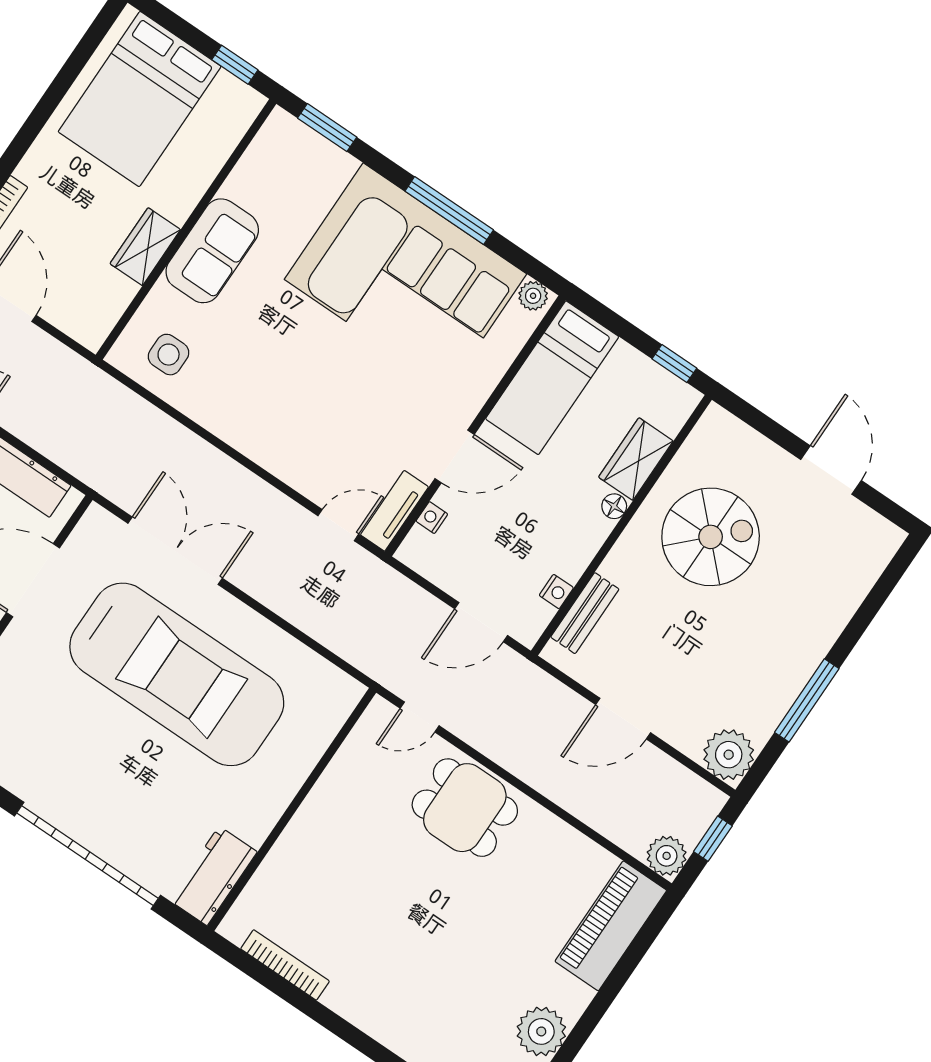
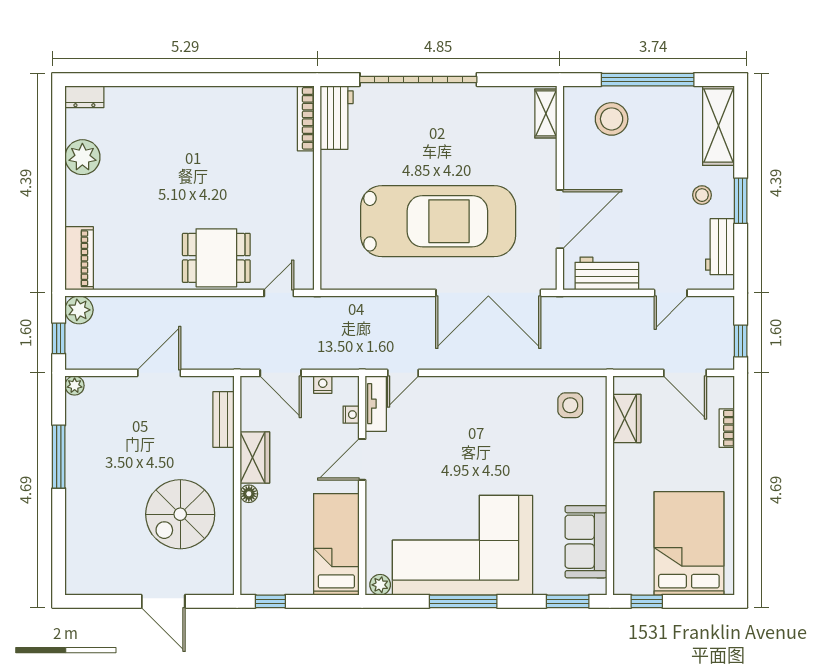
wardrobe: (145, 247) -> (627, 418), moved
sofa: (212, 251) -> (586, 542), moved
wardrobe: (636, 459) -> (255, 458), moved
door: (831, 470) -> (163, 601), moved
double door: (175, 551) -> (488, 293), width x1.36
nightstand: (556, 592) -> (323, 385), moved, turned 90
door: (481, 622) -> (281, 373), swing flipped
car: (177, 674) -> (438, 221), turned 180
plant: (729, 755) -> (75, 386), width x0.53, depth x0.53
piano: (611, 926) -> (79, 258), width x0.73, depth x0.75
bookcase: (285, 965) -> (306, 118), moved, turned 90

